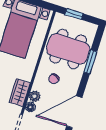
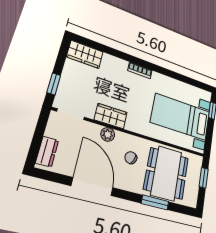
floor lamp: (30, 107) -> (94, 129), removed

